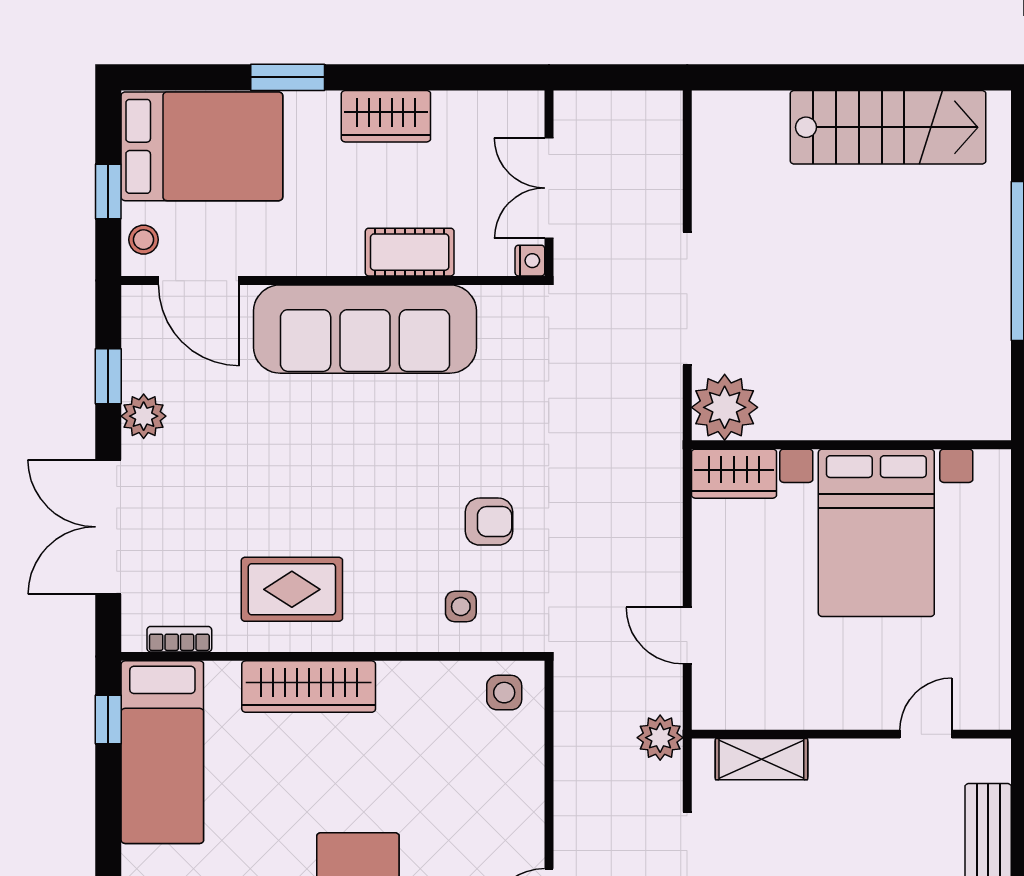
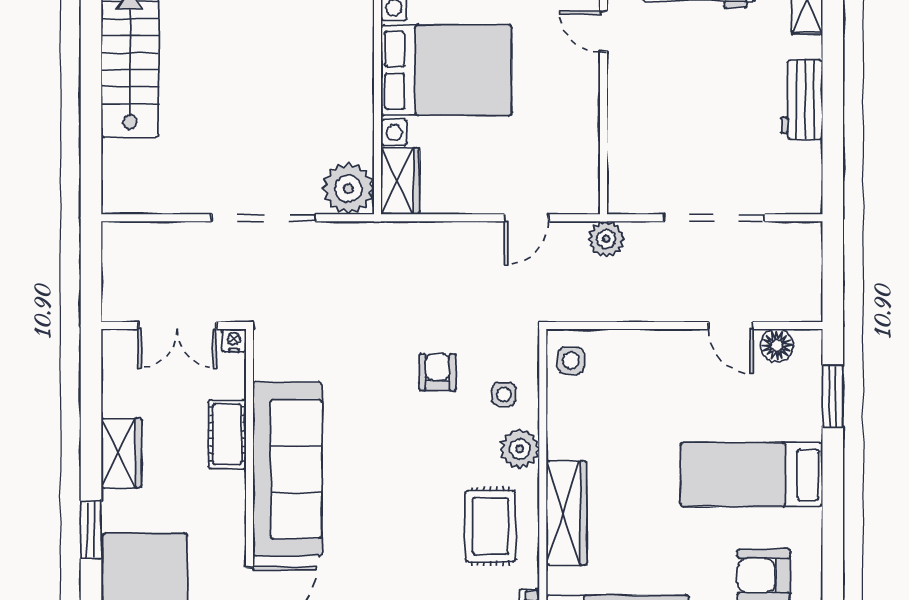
plant: (391, 627) -> (520, 449), added
shelving: (761, 759) -> (623, 160), removed

